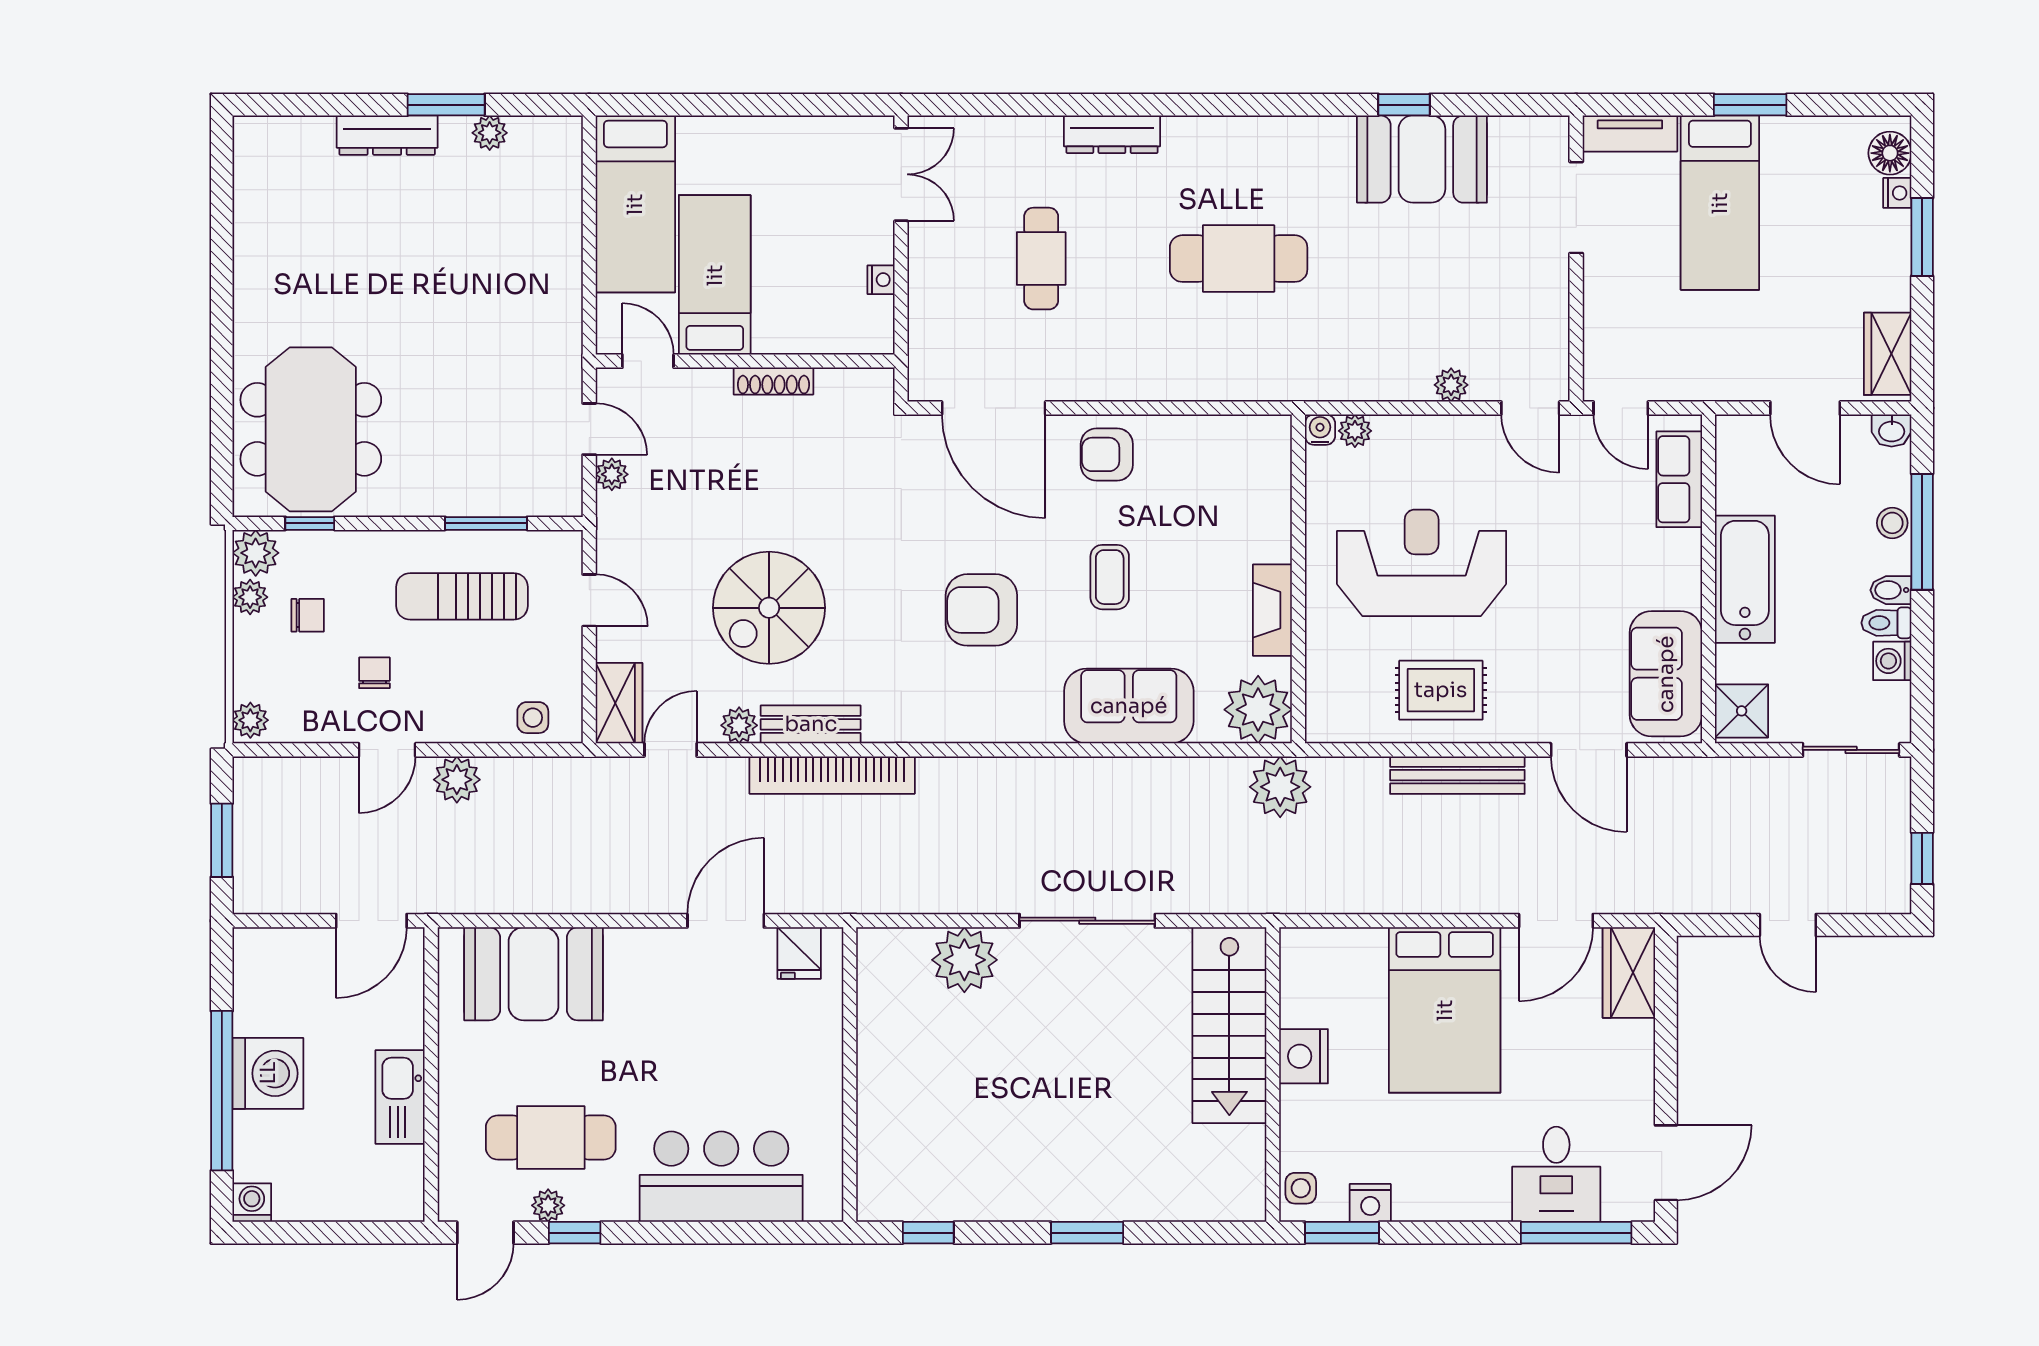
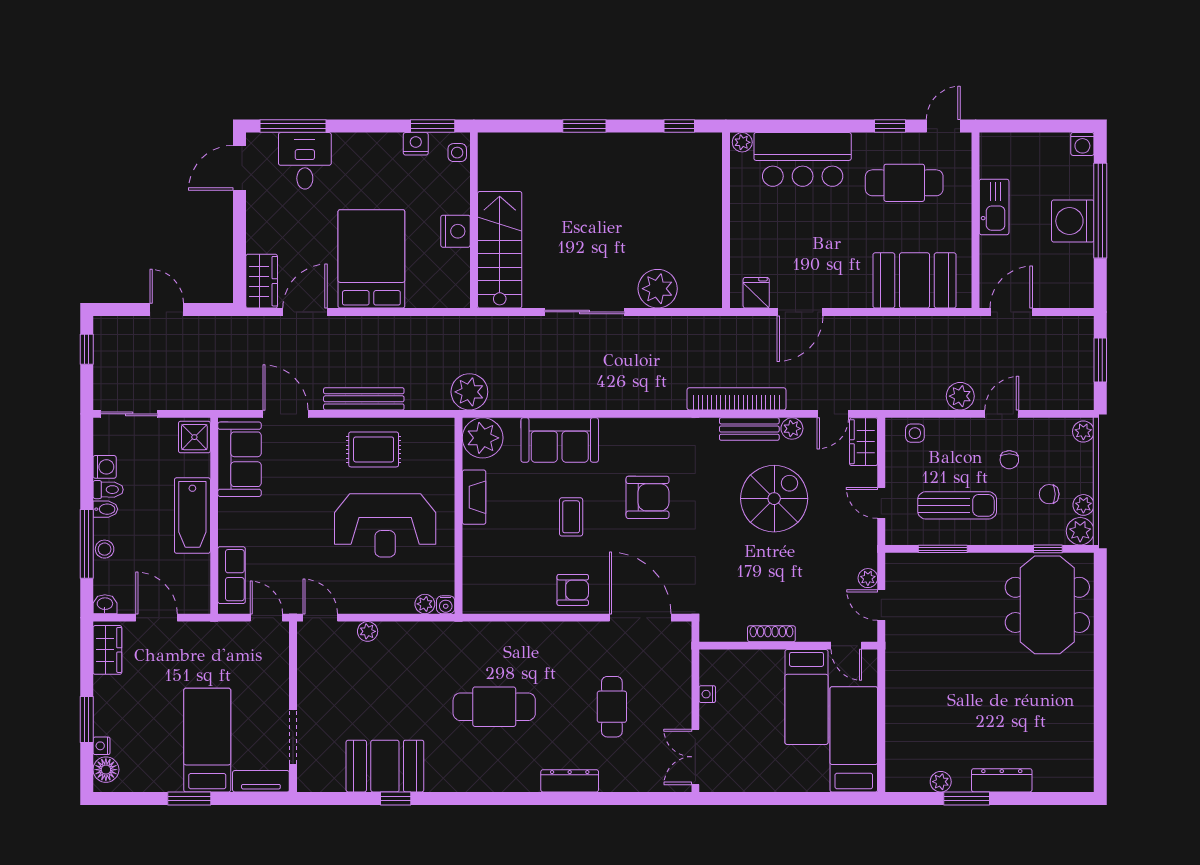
plant: (548, 1205) -> (742, 142), moved

